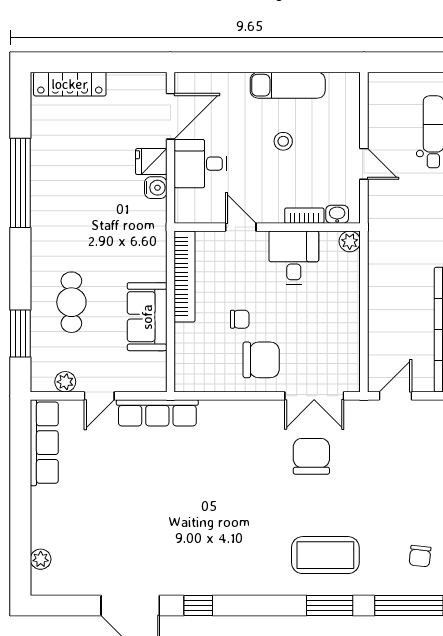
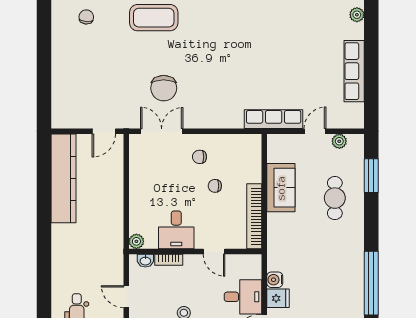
chair: (261, 360) -> (200, 157), width x0.54, depth x0.54
row of seats: (44, 443) -> (354, 71), moved

